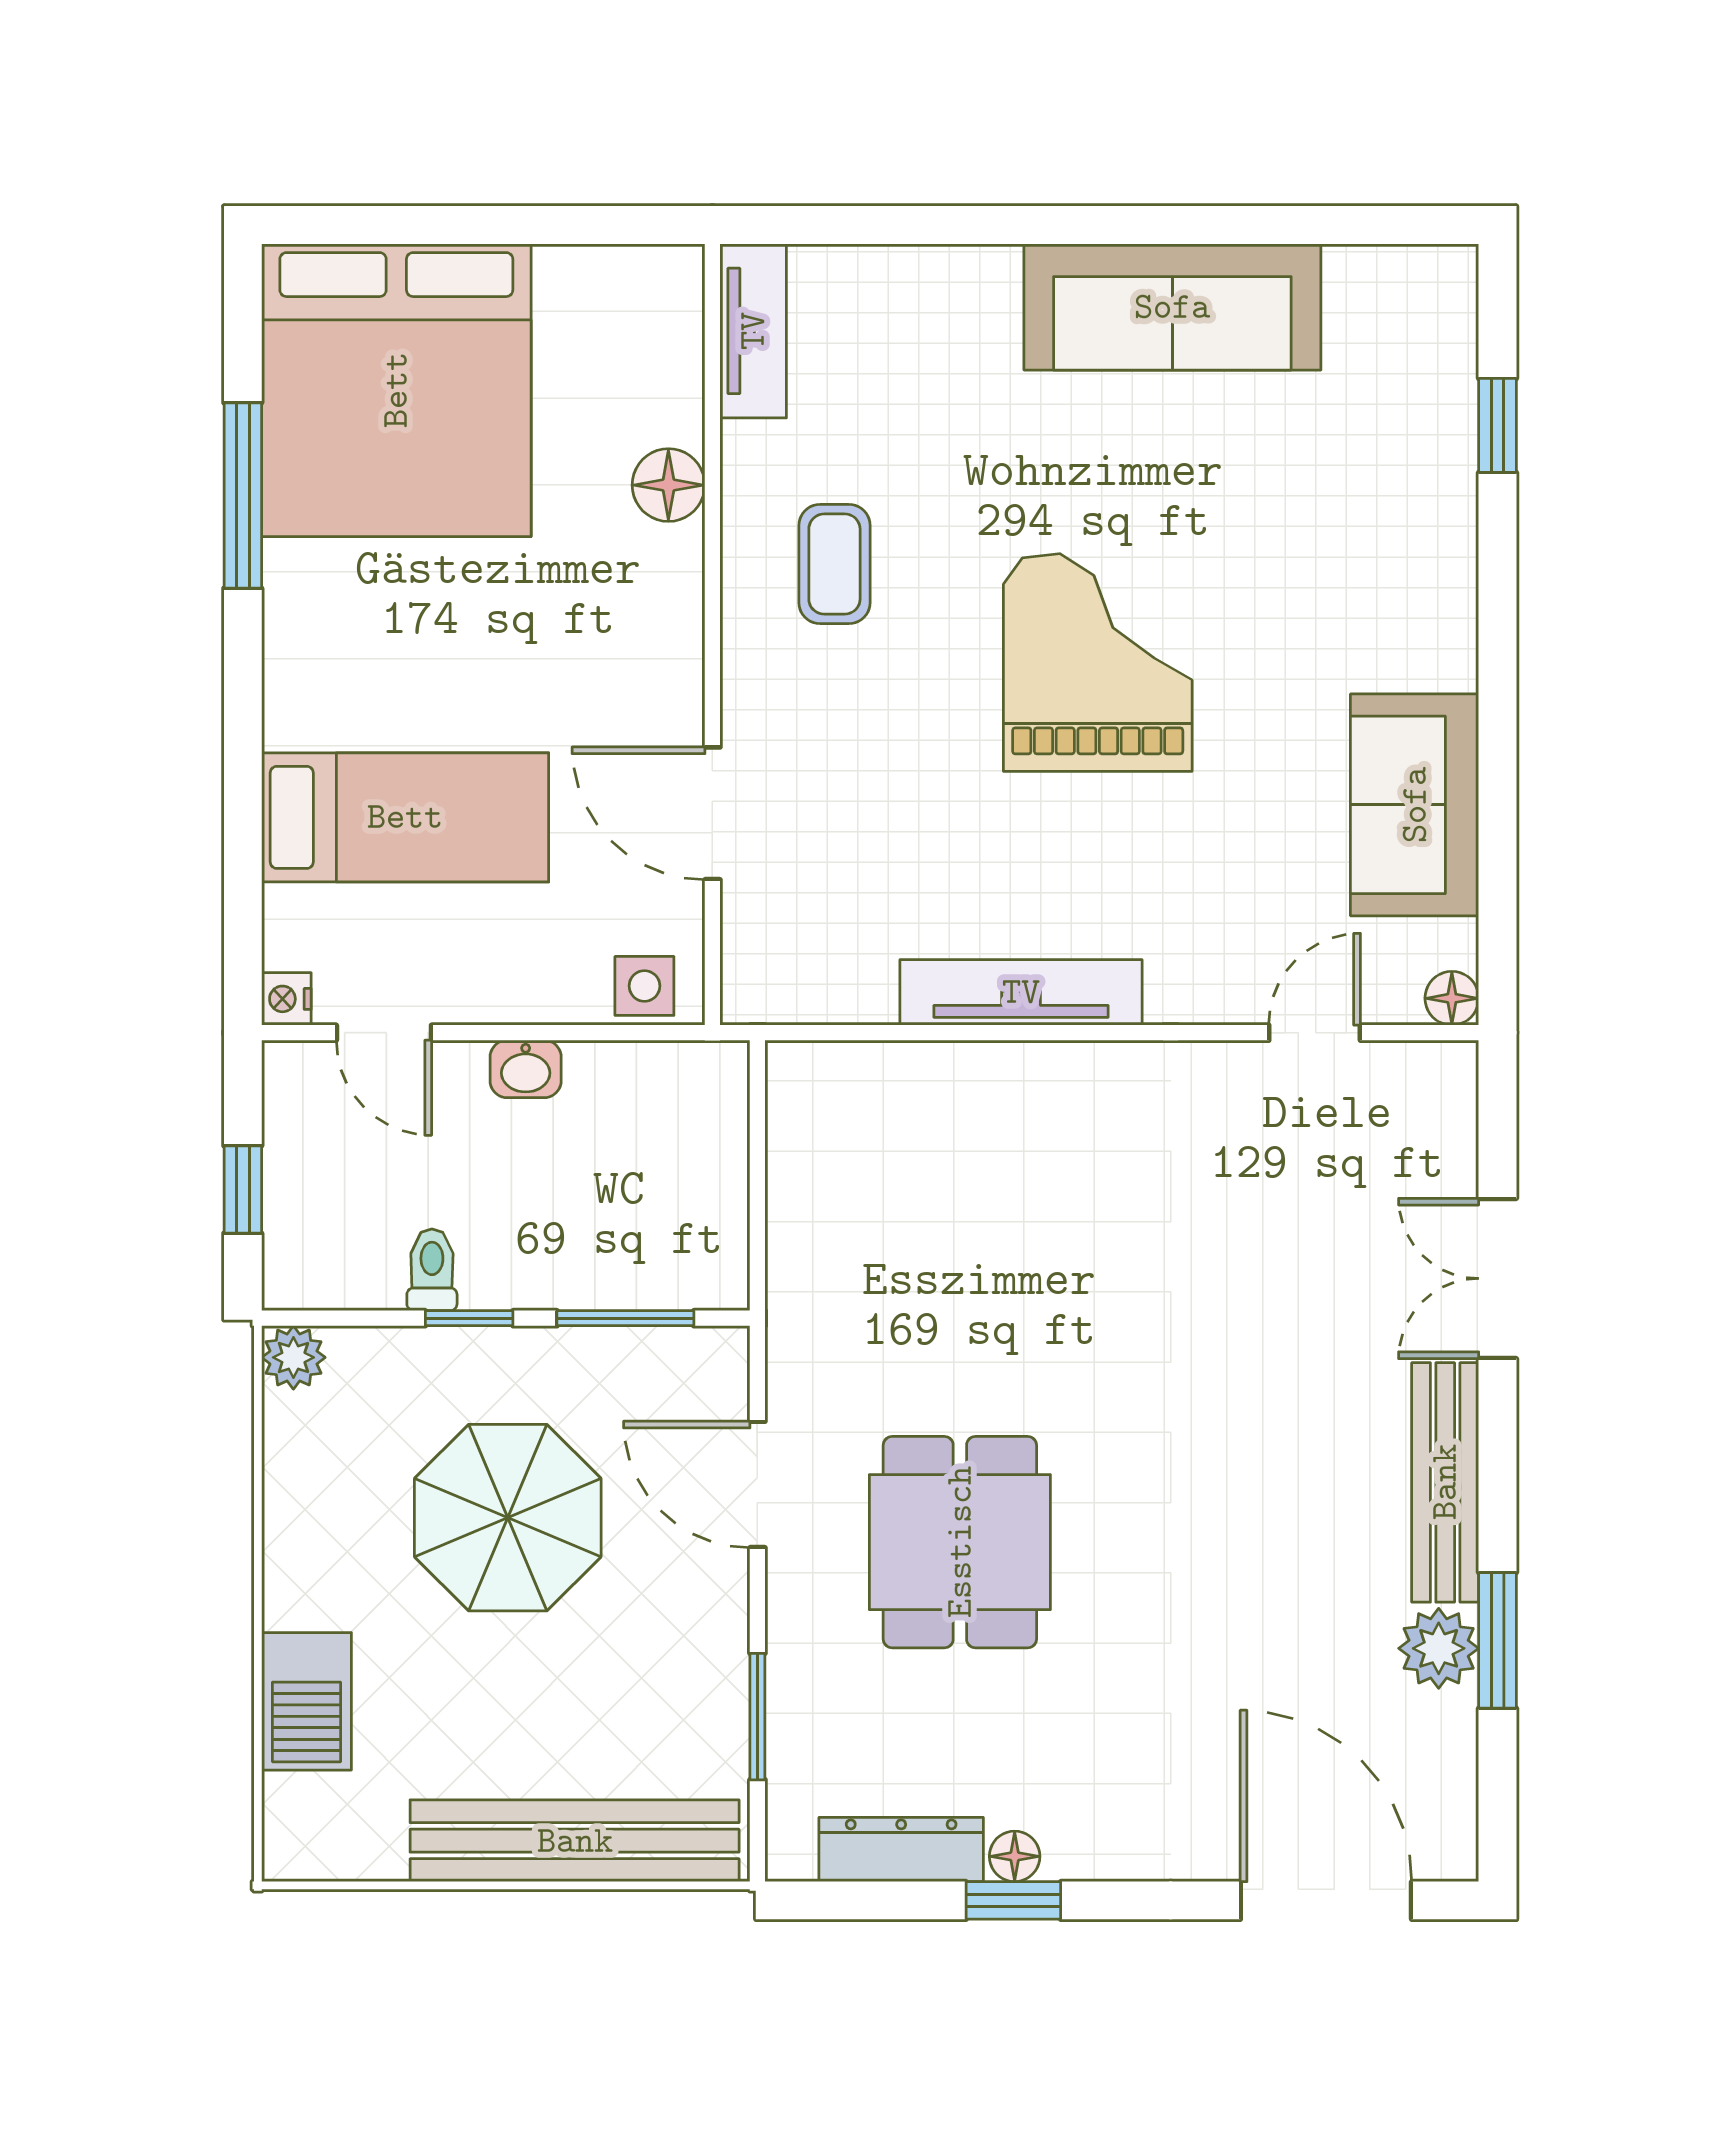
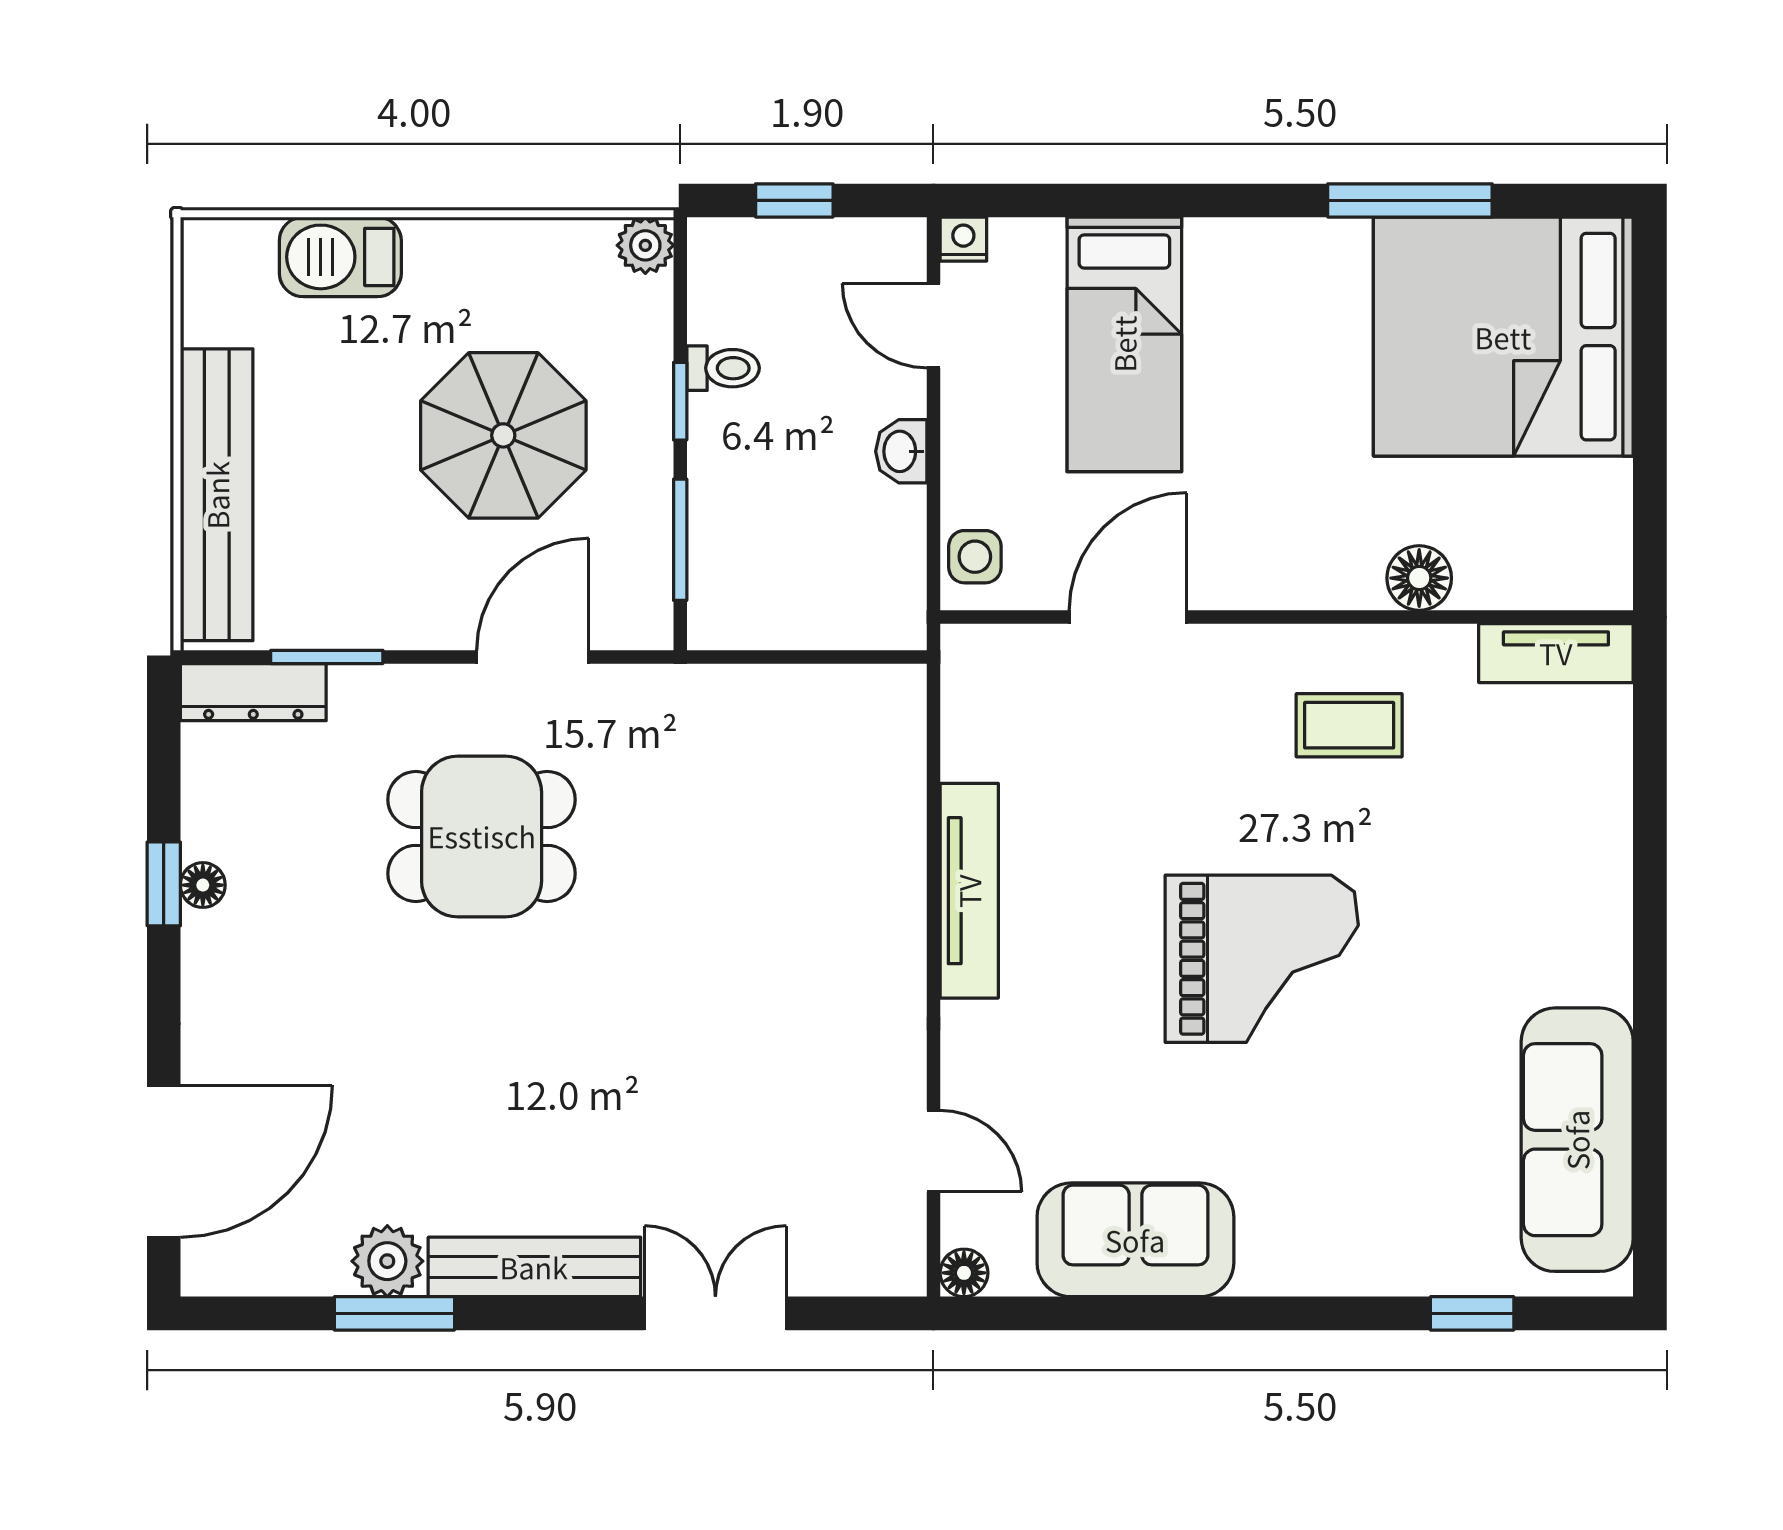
sofa: (1172, 307) -> (1577, 1140), moved
door: (384, 1033) -> (933, 326), hinge flipped
dresser: (901, 1849) -> (253, 692), moved, turned 90

